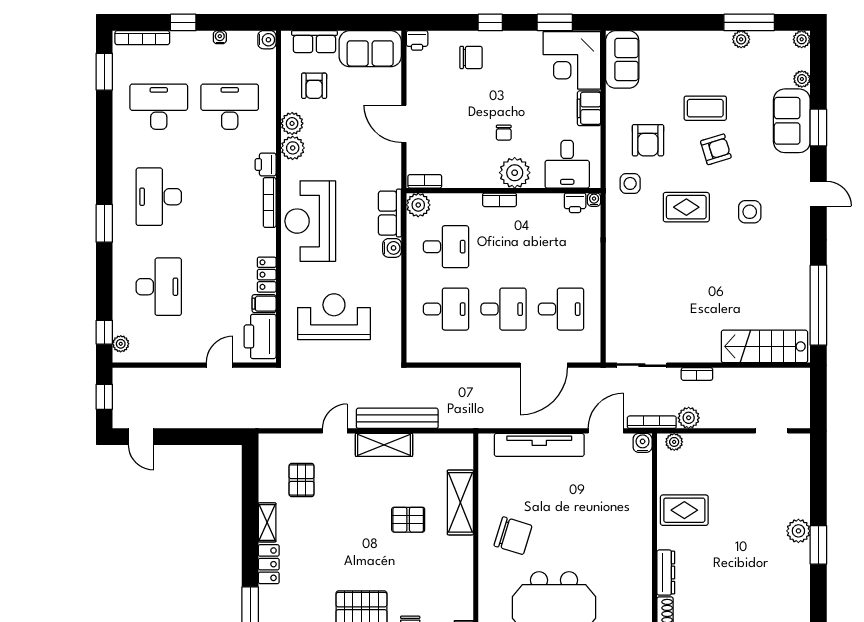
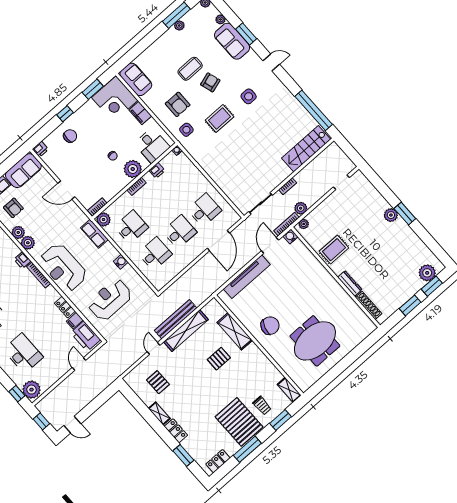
printer: (575, 203) -> (157, 171), moved
water cooler: (392, 248) -> (121, 262), moved
plant: (121, 344) -> (31, 390), width x1.87, depth x1.87
shelving: (384, 445) -> (186, 331), width x1.47

